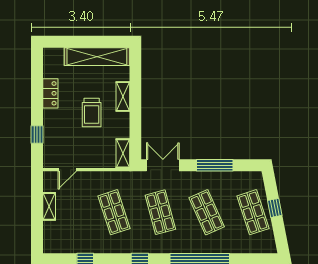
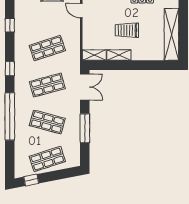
shelving: (123, 97) -> (119, 55), moved
window: (275, 208) -> (31, 180), moved
shop shelf: (207, 212) -> (47, 122), turned 39

